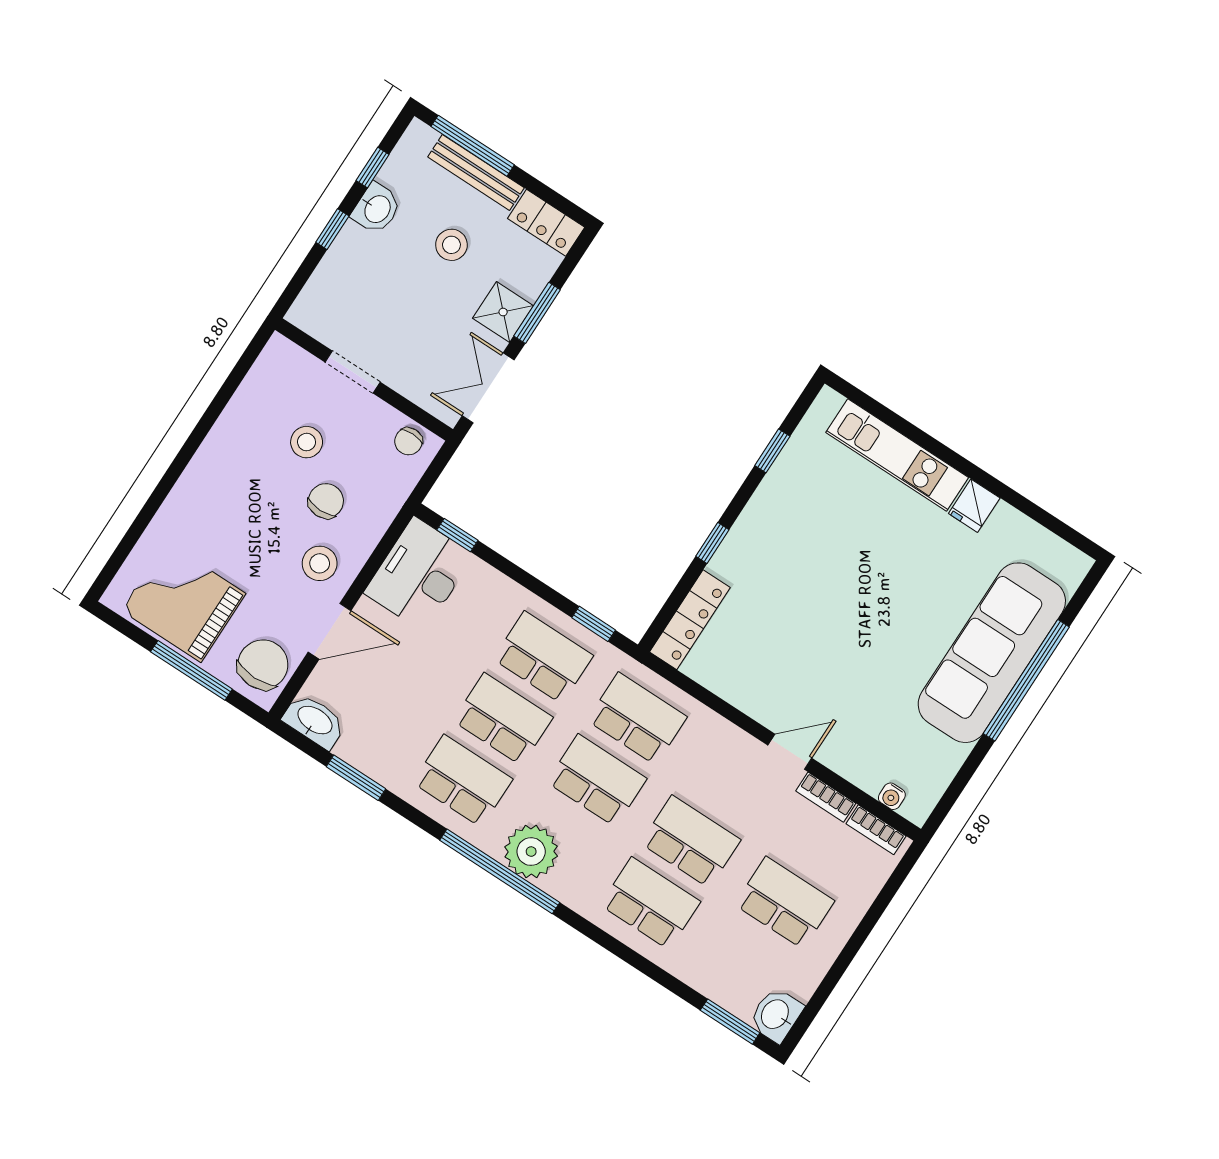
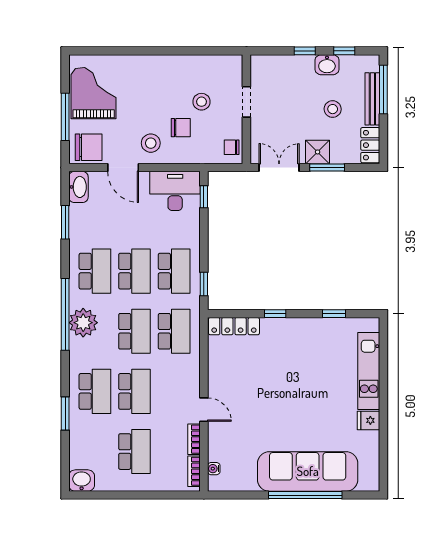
window: (730, 1022) -> (65, 413), moved

